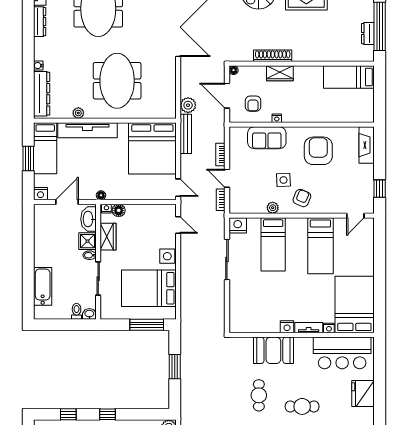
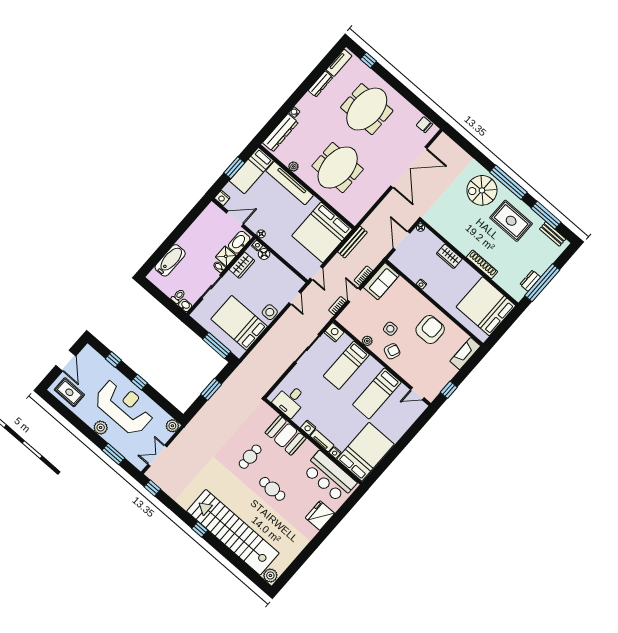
shoe rack: (273, 56) -> (482, 264), moved
bed: (349, 77) -> (486, 306), width x2.04
armchair: (253, 104) -> (414, 261), removed
plant: (188, 105) -> (370, 224), removed
sofa: (267, 138) -> (381, 281), moved, turned -90
desk: (251, 317) -> (290, 401), added

